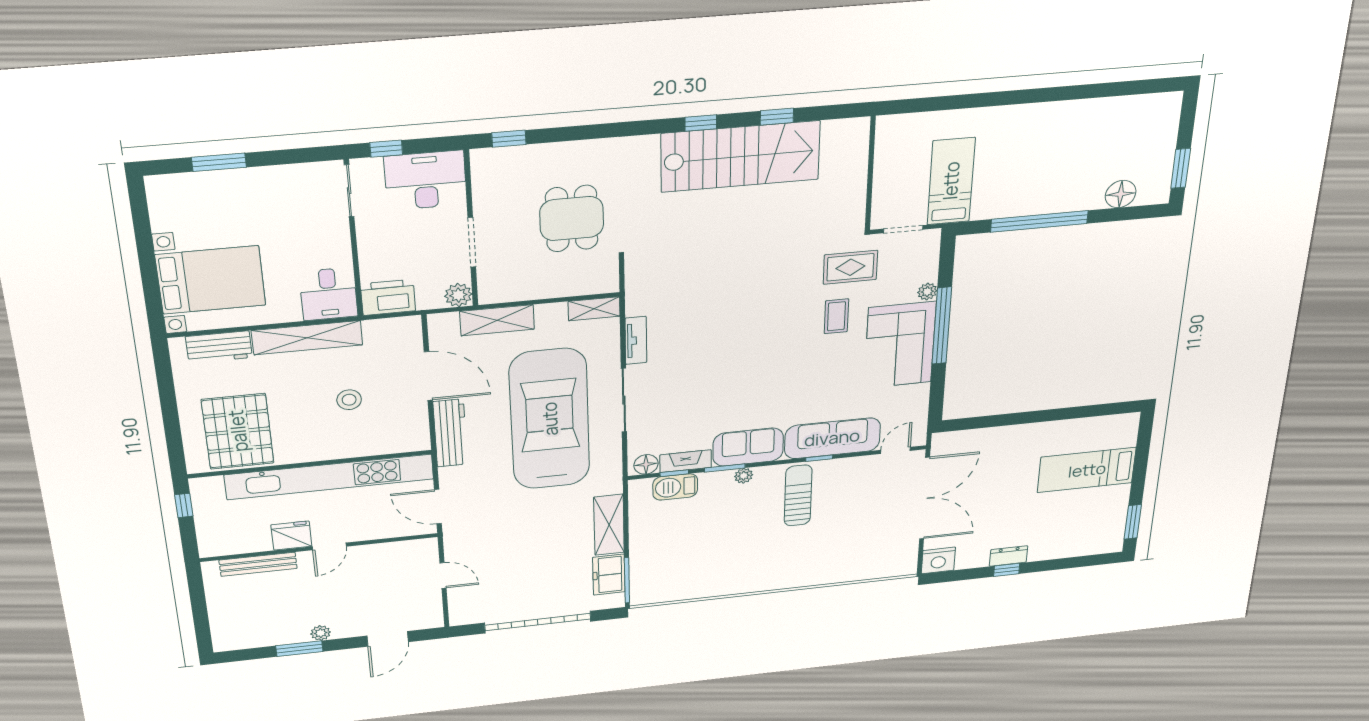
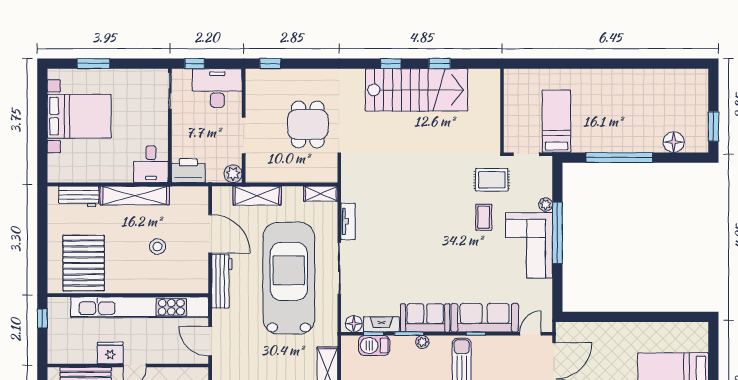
bed with nightstands: (211, 280) -> (79, 116), moved

